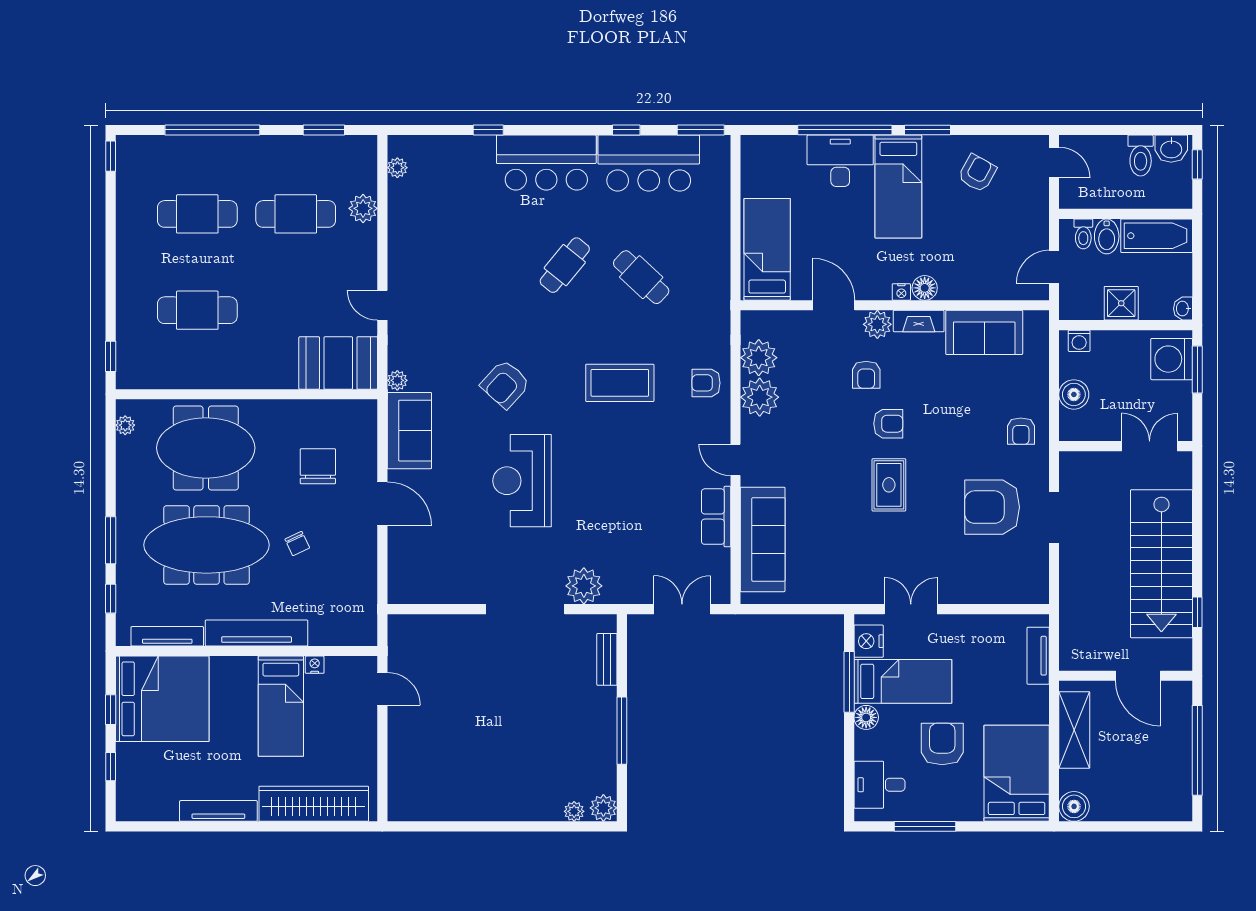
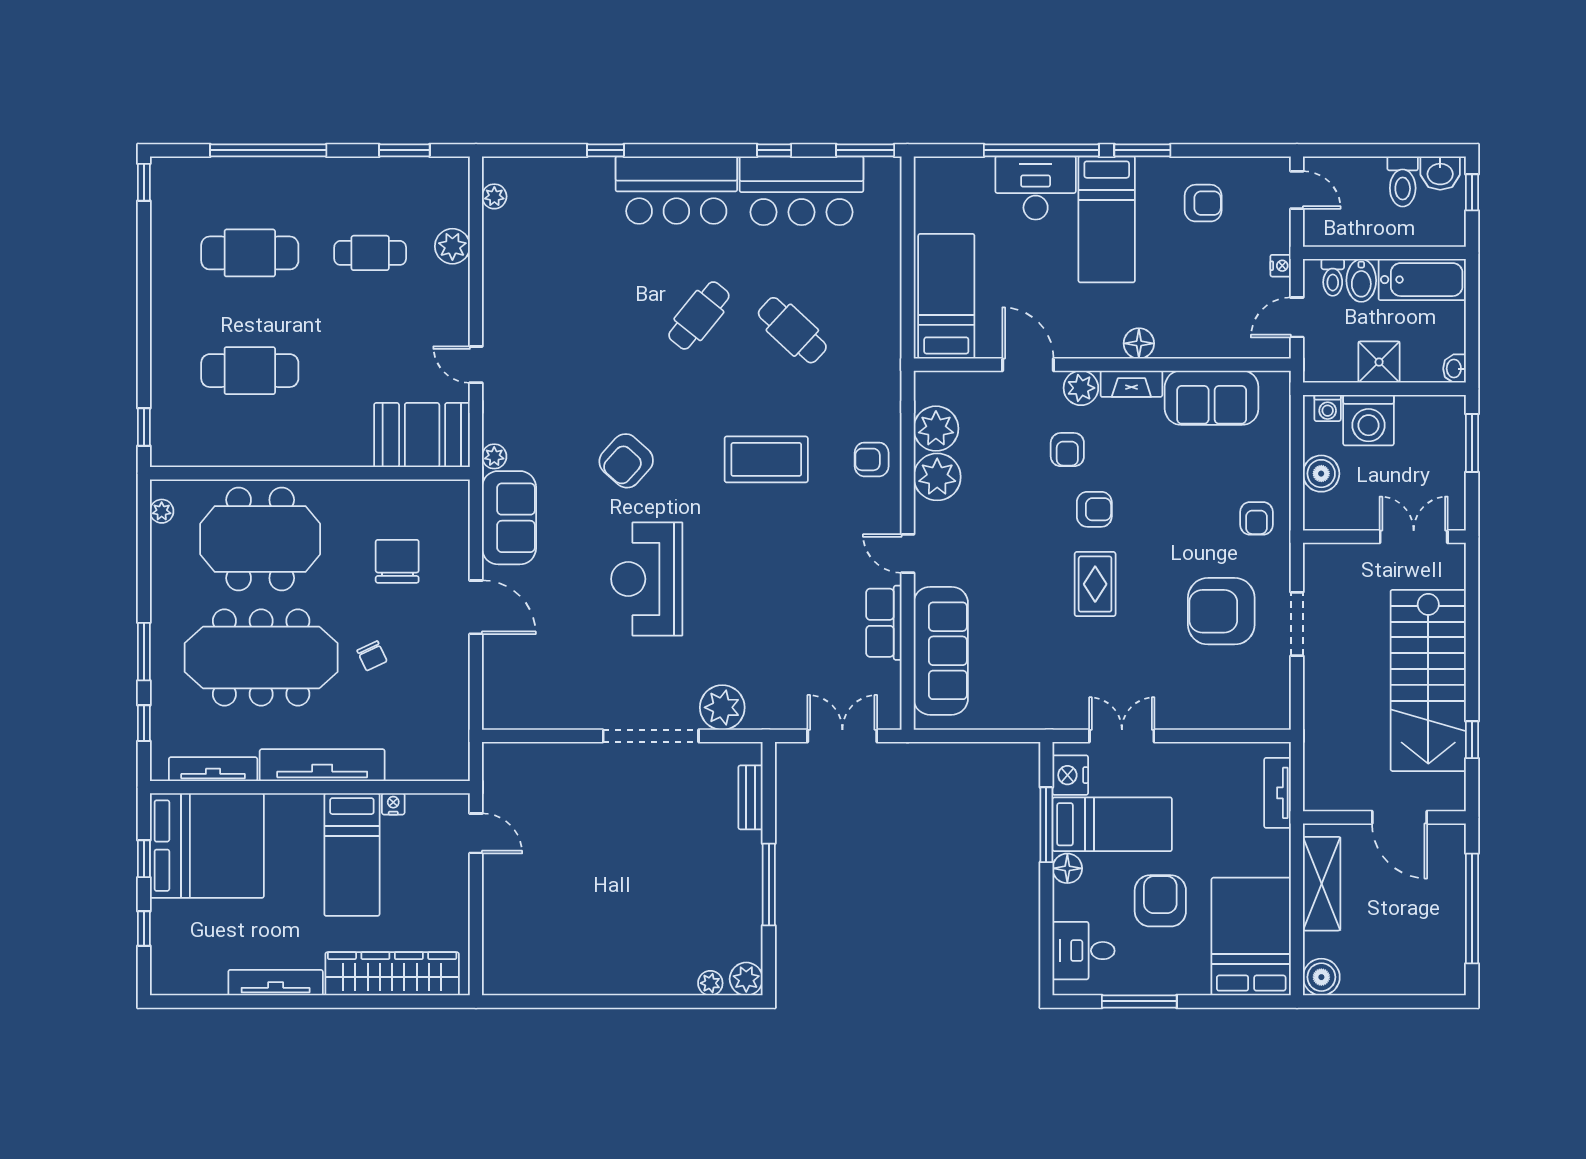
armchair: (977, 173) -> (1203, 203), turned 61
cafe table: (296, 214) -> (370, 253), width x0.73, depth x0.74
nightstand: (901, 292) -> (1281, 266), moved, turned -90
washing machine: (1172, 359) -> (1368, 420), moved, turned -90

